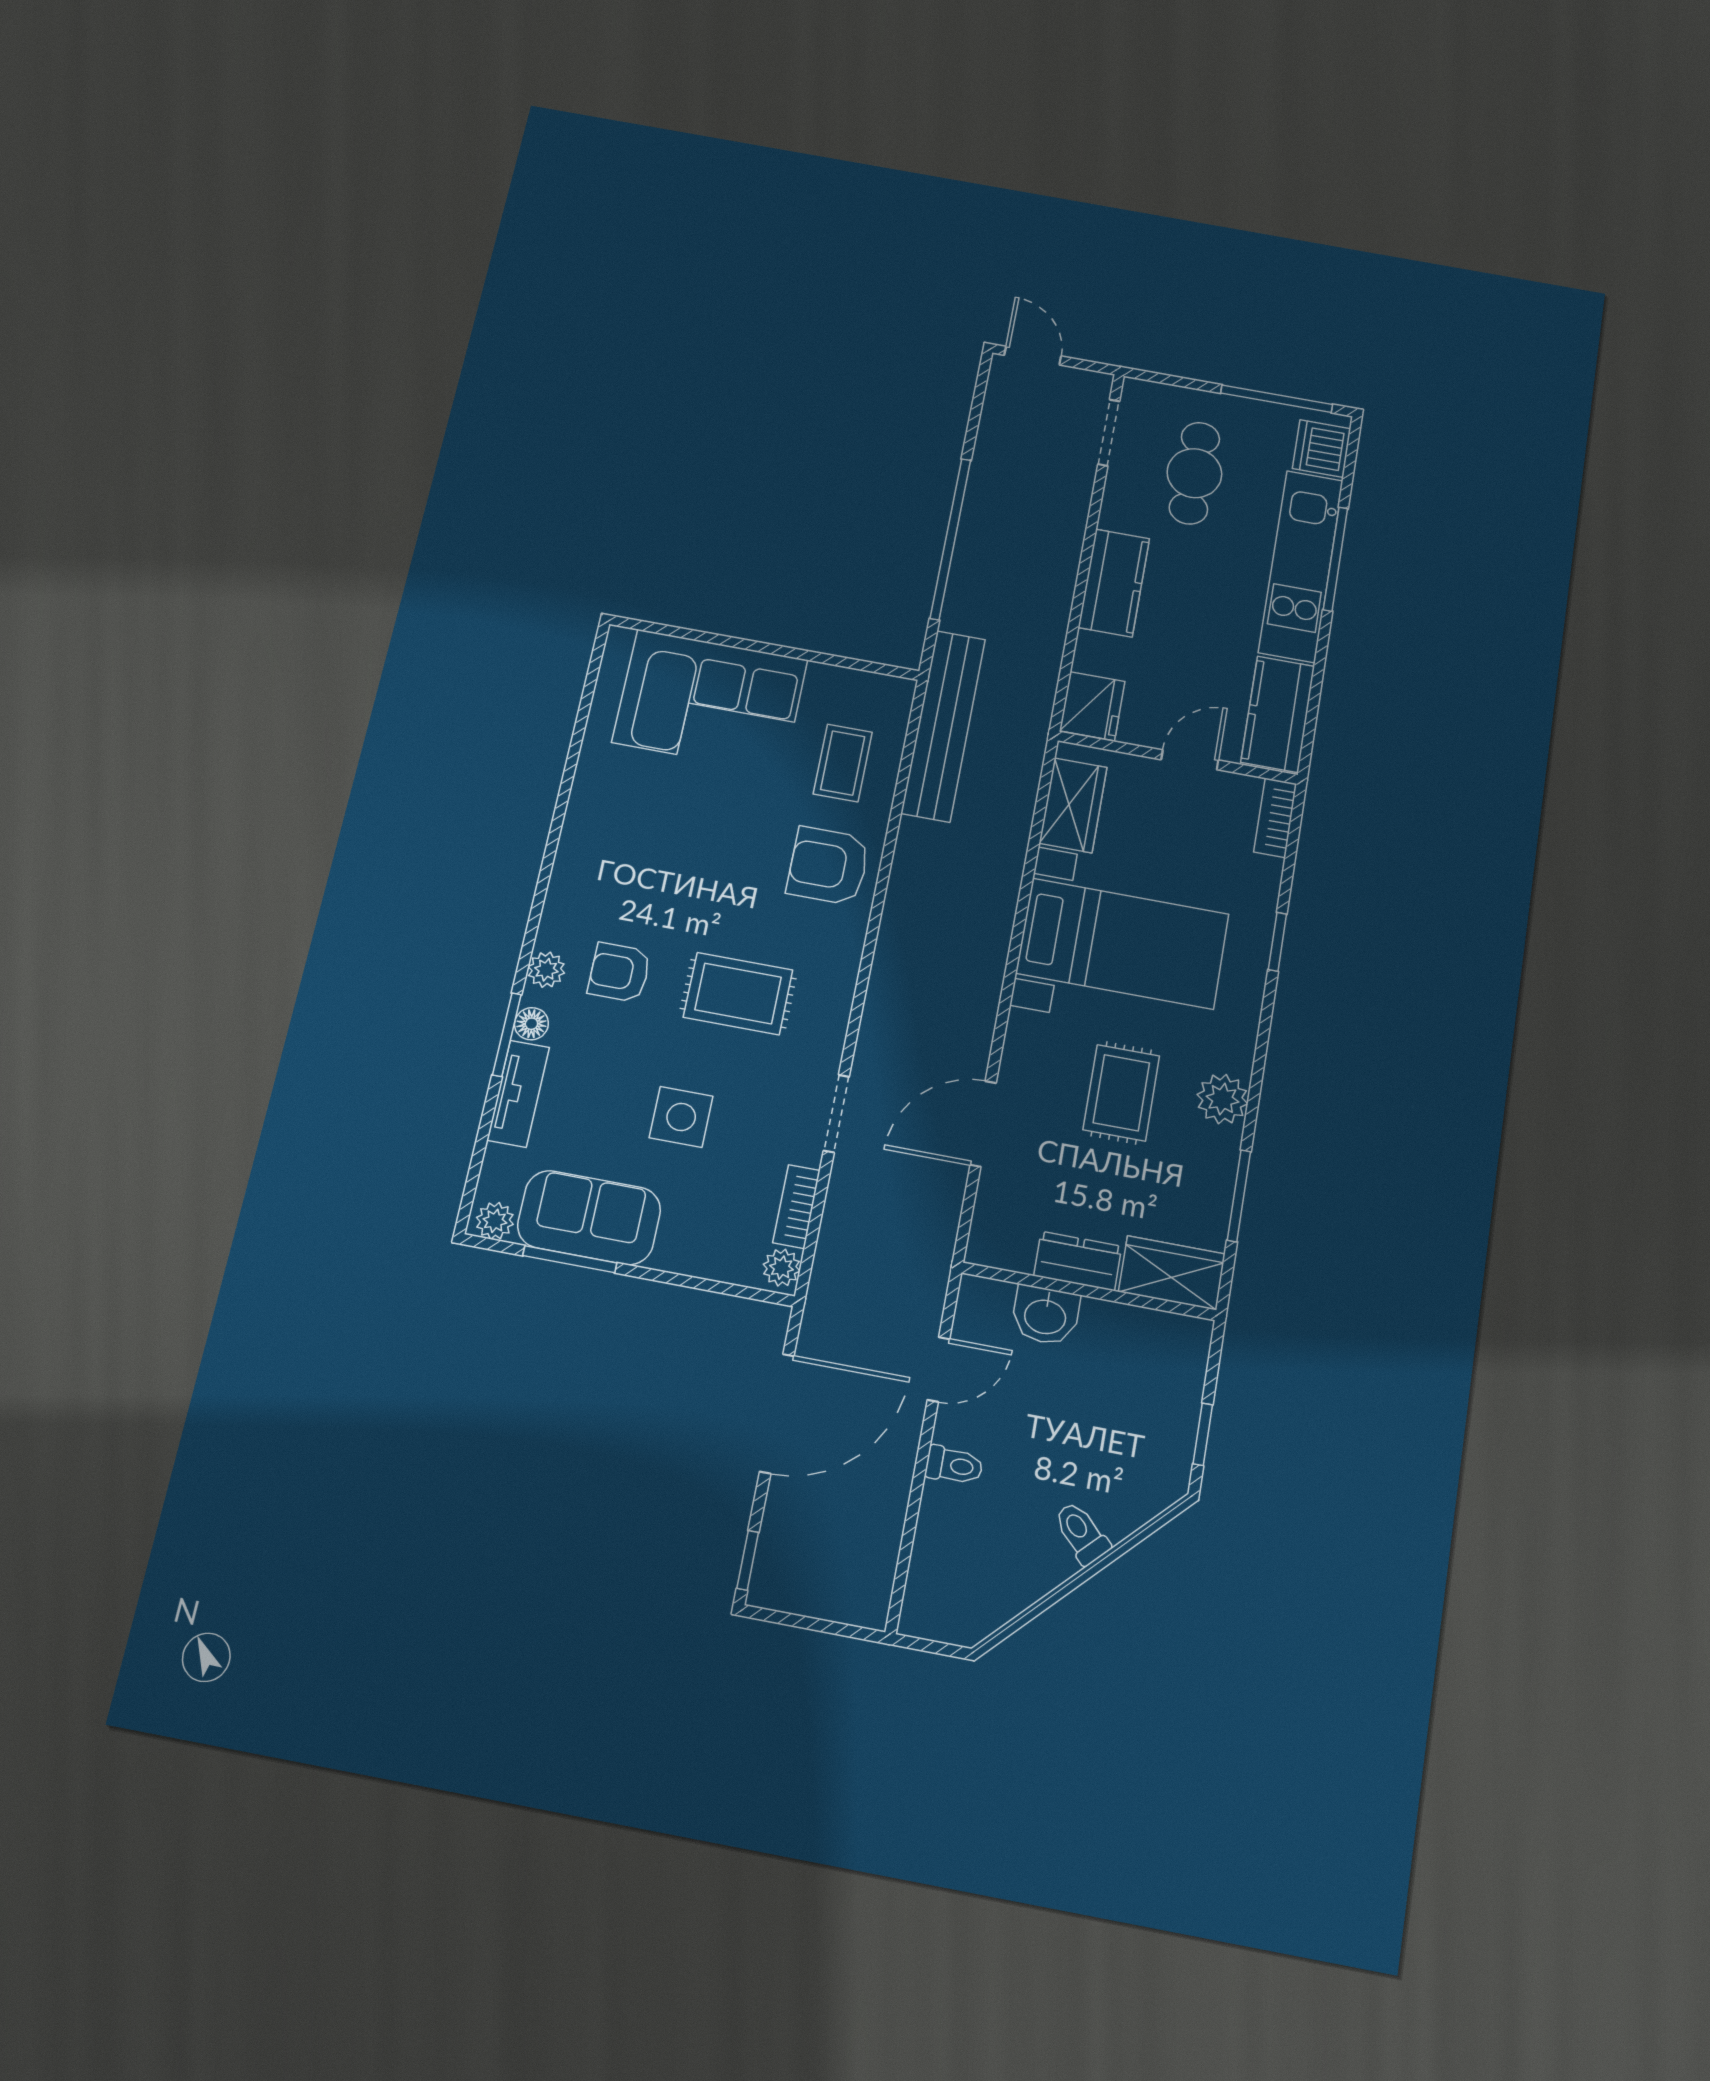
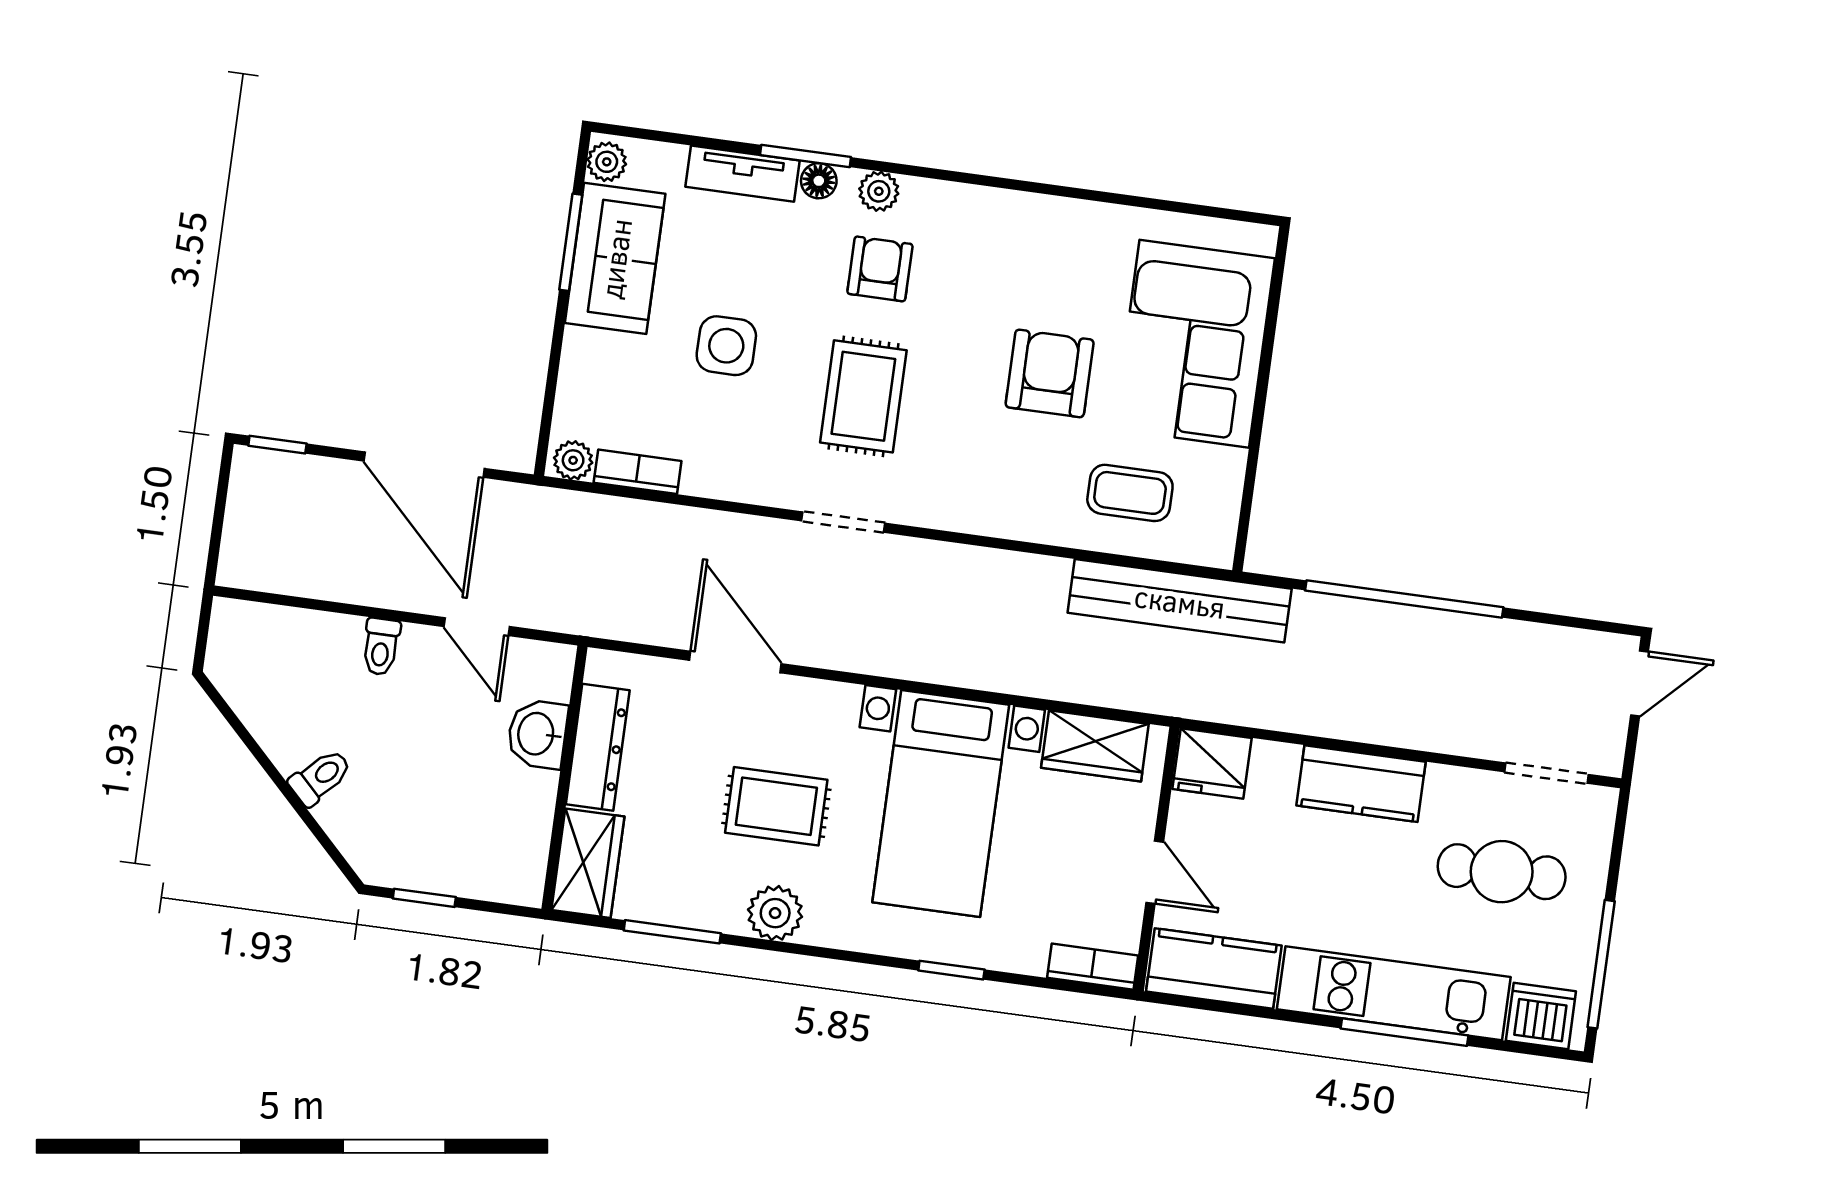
armchair: (828, 866) -> (1050, 373), moved
doorway: (836, 1114) -> (843, 522), moved
dresser: (1078, 1261) -> (598, 747), width x1.44

